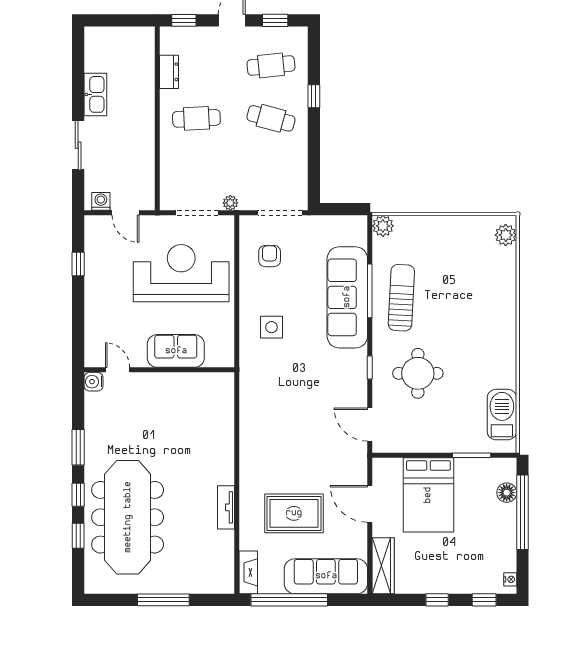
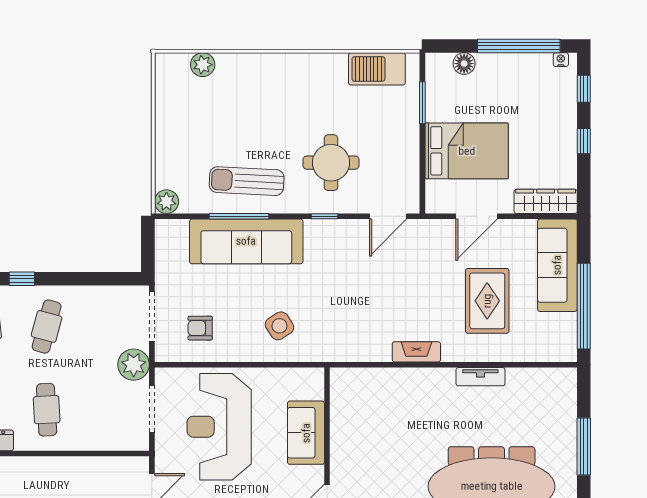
plant: (230, 203) -> (134, 365), width x1.88, depth x1.88
plant: (506, 235) -> (203, 65), moved
side table: (272, 327) -> (279, 326), turned -33
window: (522, 512) -> (519, 46), moved
fireplace: (248, 572) -> (416, 352), moved

